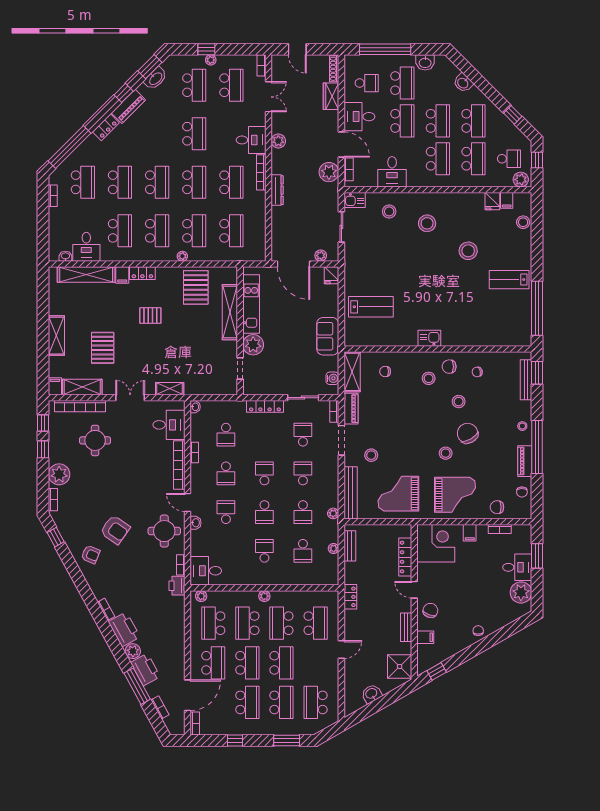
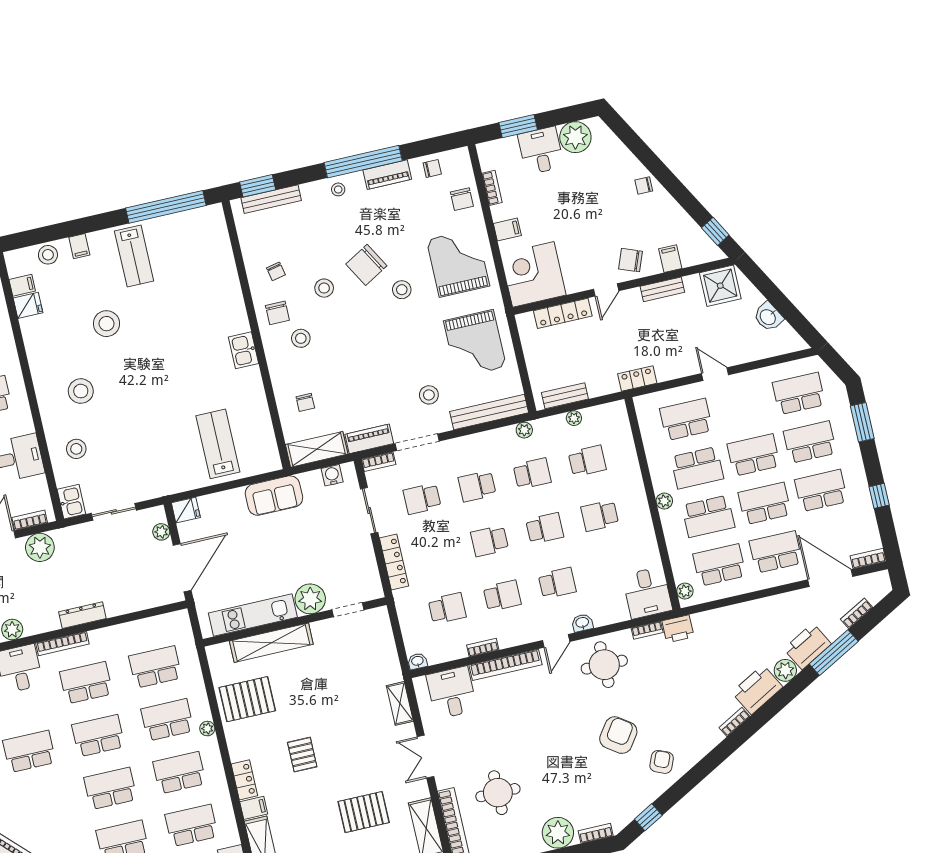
filing cabinet: (524, 245) -> (79, 246), added
school desk: (226, 512) -> (557, 583), turned 180
school desk: (213, 623) -> (719, 565), turned 180
school desk: (316, 702) -> (799, 394), turned 180

